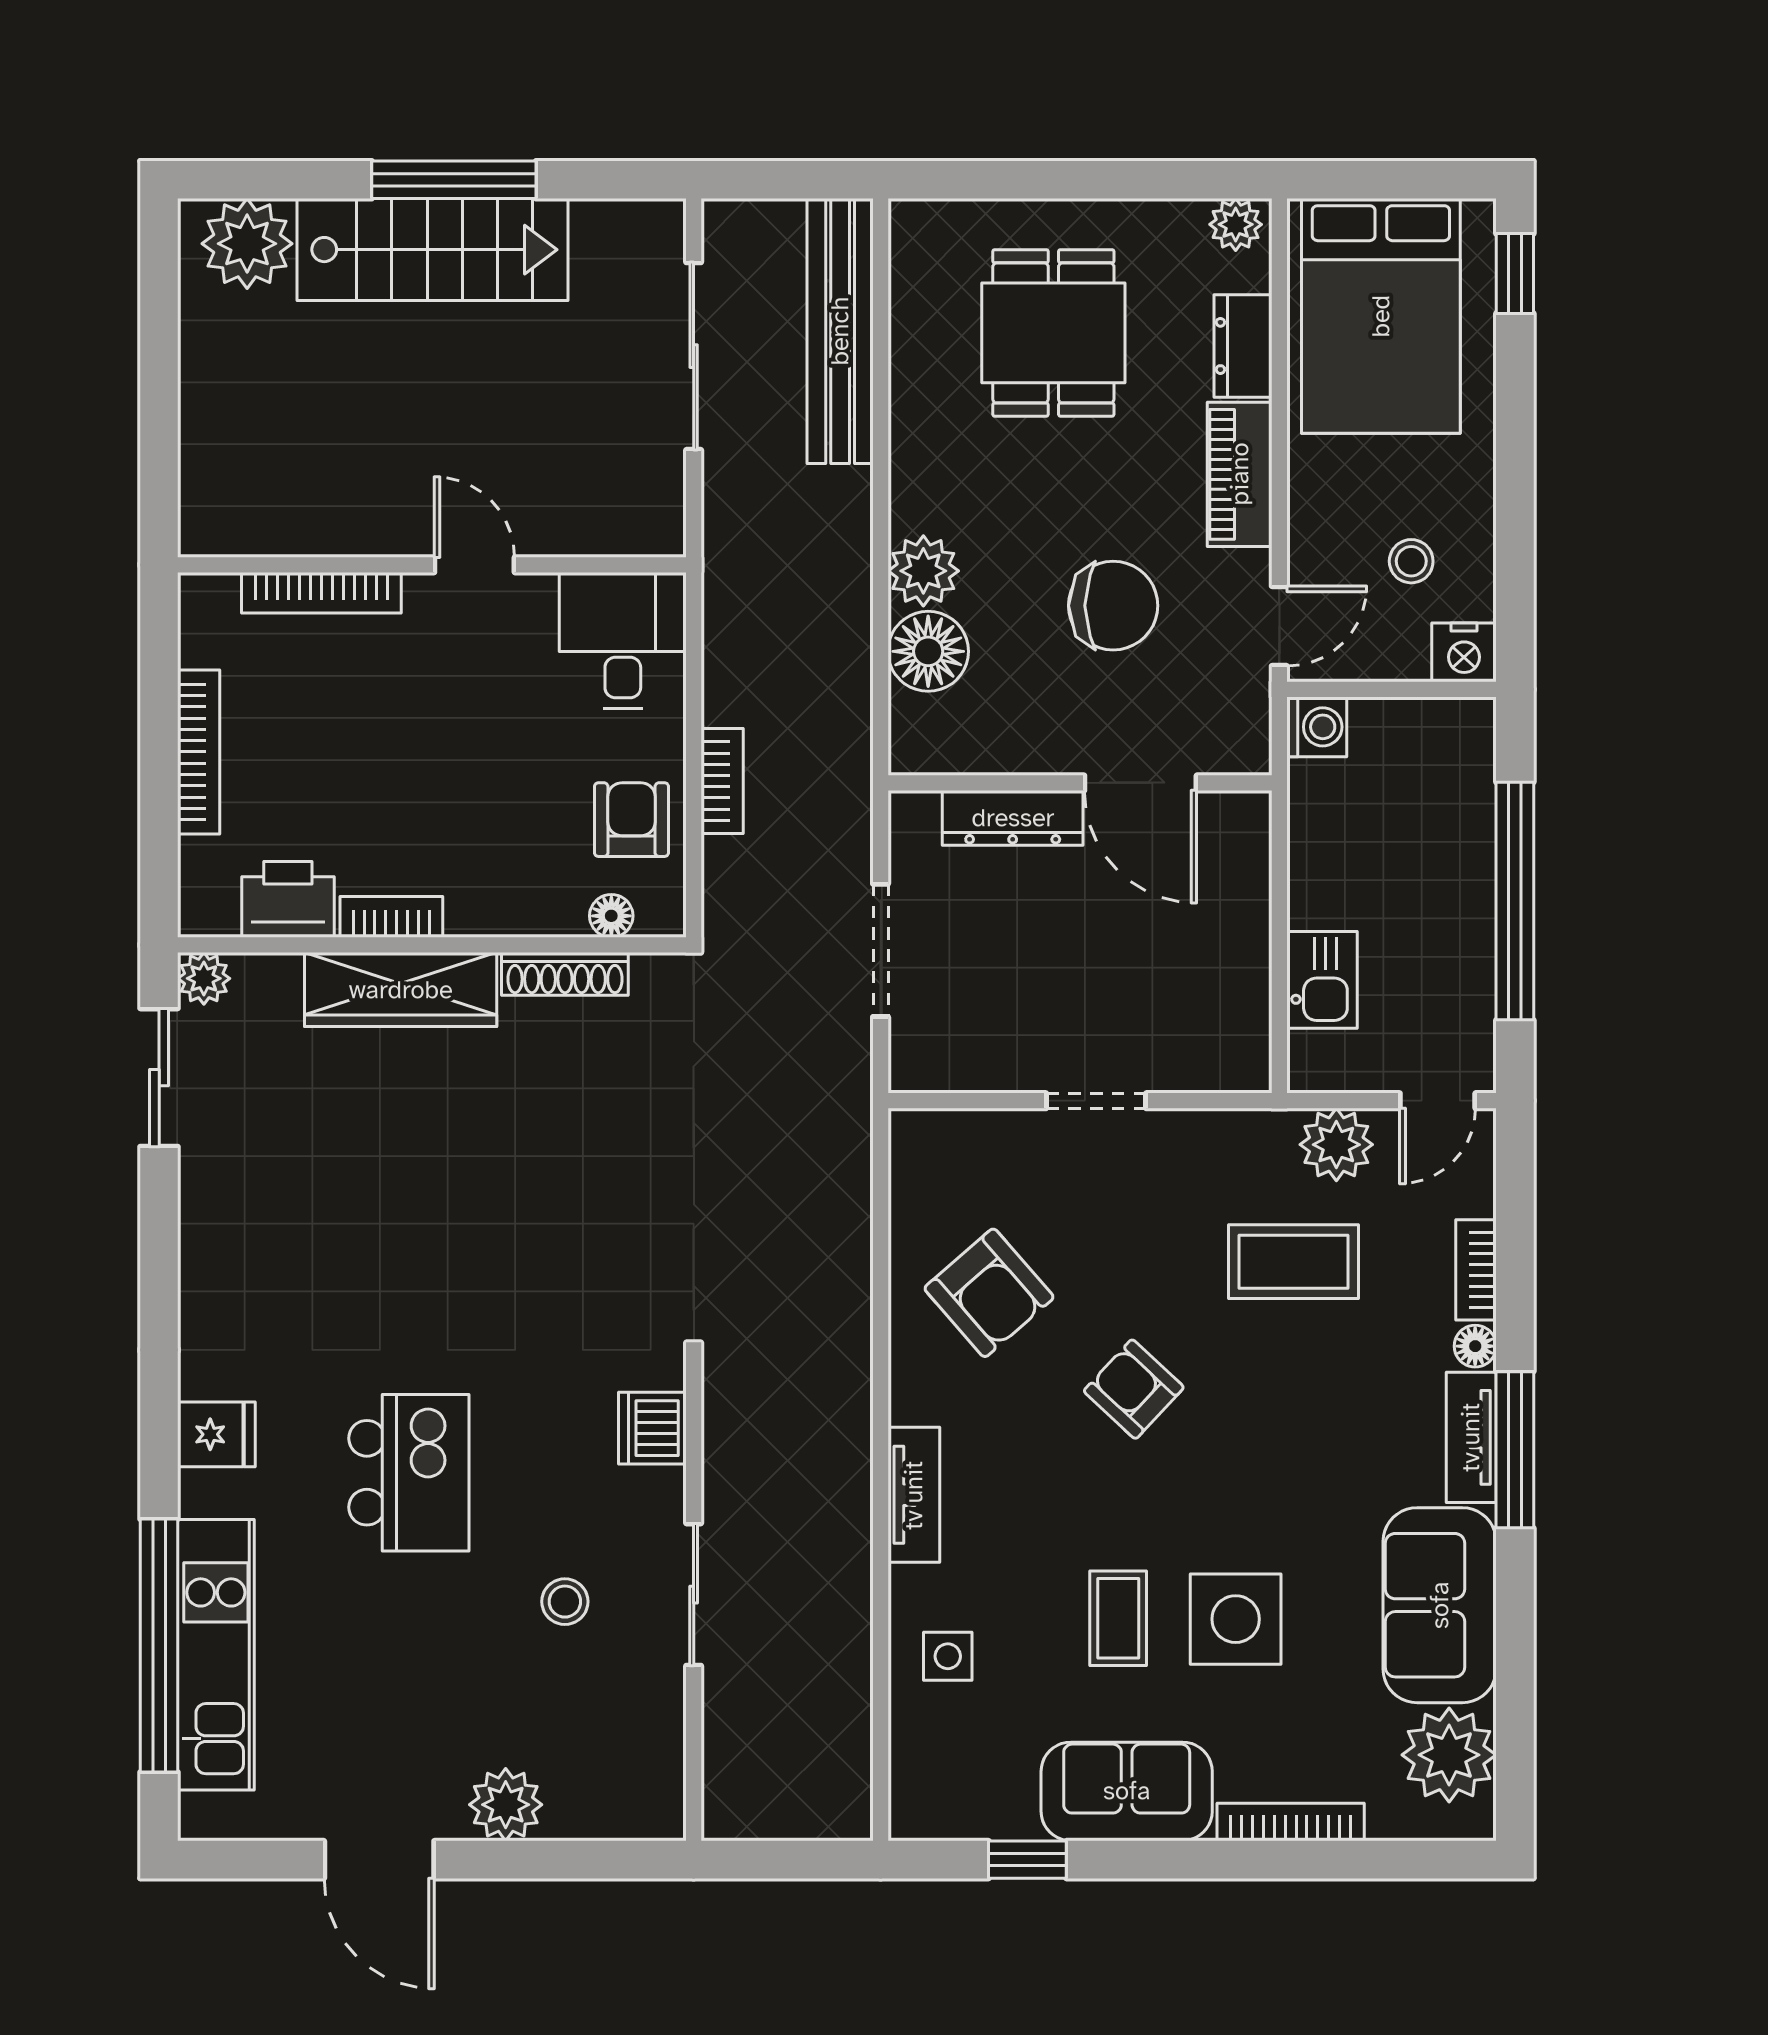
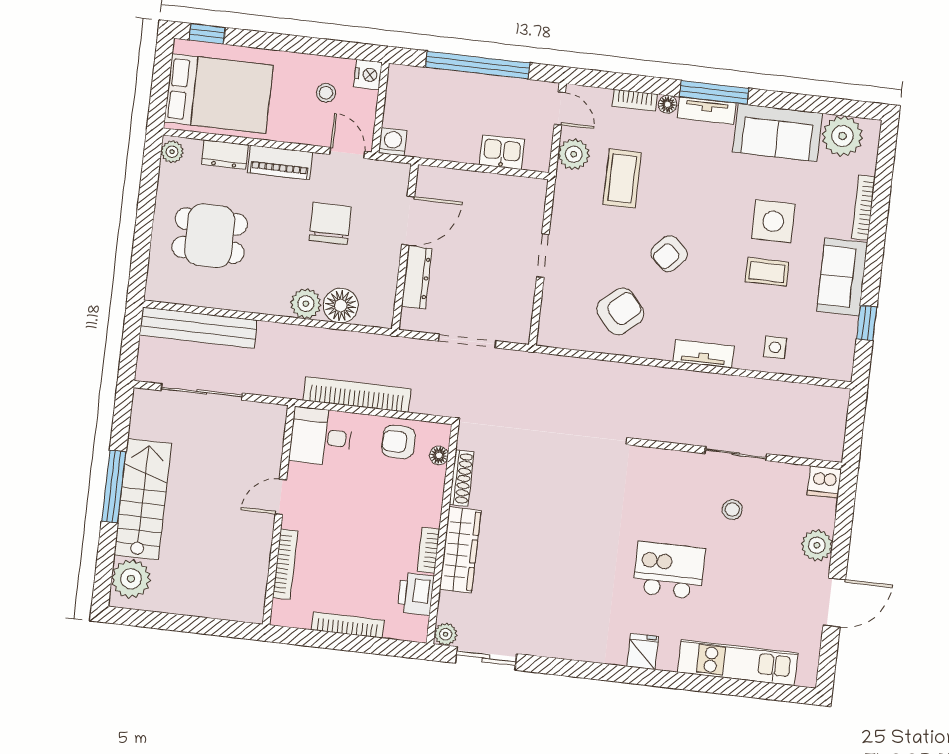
bookcase: (722, 781) -> (357, 395), width x2.31, depth x1.31
dishwasher: (652, 1428) -> (824, 482), moved
window: (159, 1646) -> (731, 687), removed

